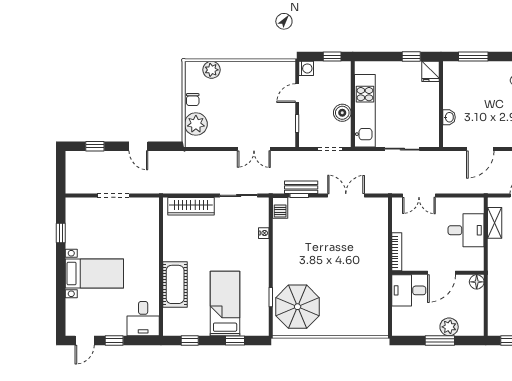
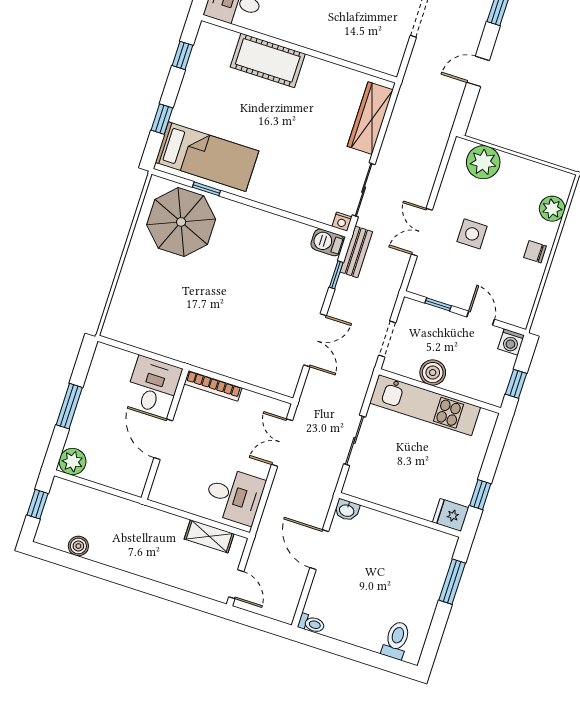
chair: (193, 100) -> (535, 252), moved
side table: (245, 116) -> (472, 234), added
washbasin: (449, 117) -> (347, 510), moved
bench: (301, 187) -> (356, 252), moved
desk: (466, 230) -> (234, 496), moved, turned -90
nightstand: (264, 233) -> (342, 222), moved
floor lamp: (477, 282) -> (135, 484), removed
bed: (225, 304) -> (207, 157), moved
plant: (449, 327) -> (72, 462), moved

